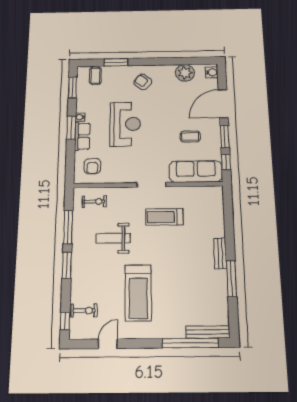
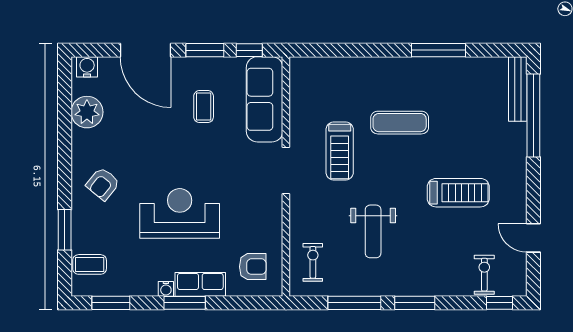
bench: (220, 253) -> (399, 66), removed
exercise mat: (183, 254) -> (400, 123), added
treadmill: (138, 293) -> (458, 193), width x0.73, depth x0.73

